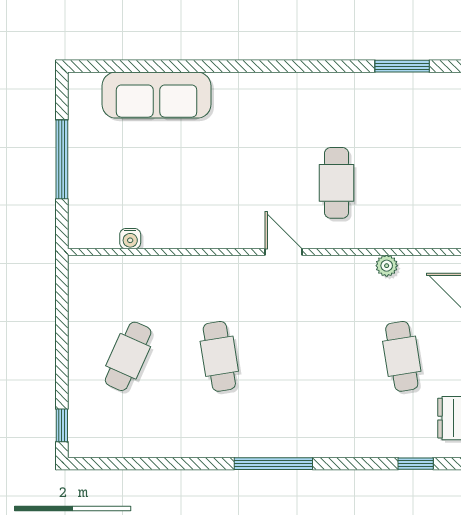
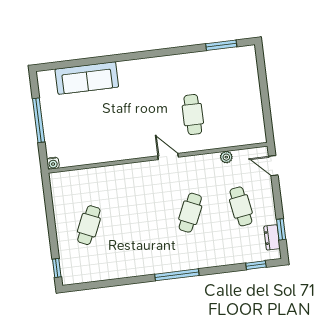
water cooler: (130, 239) -> (53, 163), moved
cafe table: (219, 356) -> (190, 213), moved, turned 33

